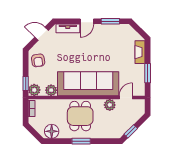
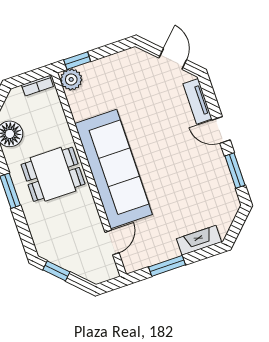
armchair: (38, 60) -> (125, 69), removed
plant: (51, 90) -> (81, 109), removed
door: (126, 98) -> (112, 242), hinge flipped
plant: (110, 105) -> (90, 219), removed

